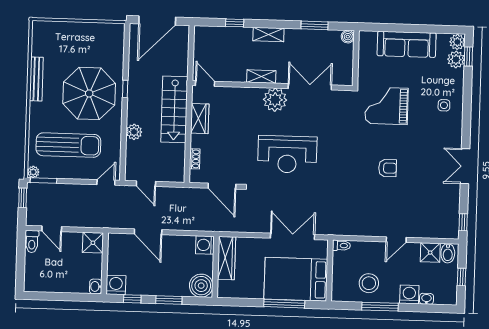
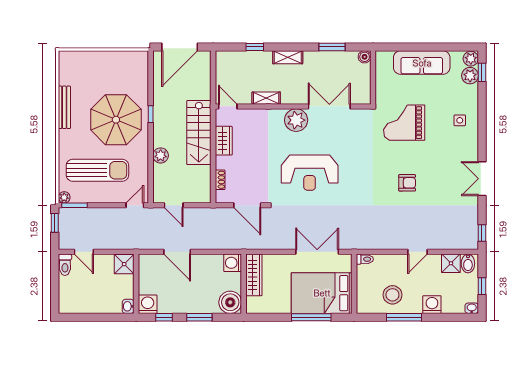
shelving: (261, 77) -> (266, 98), moved
washbasin: (427, 299) -> (472, 308), moved

